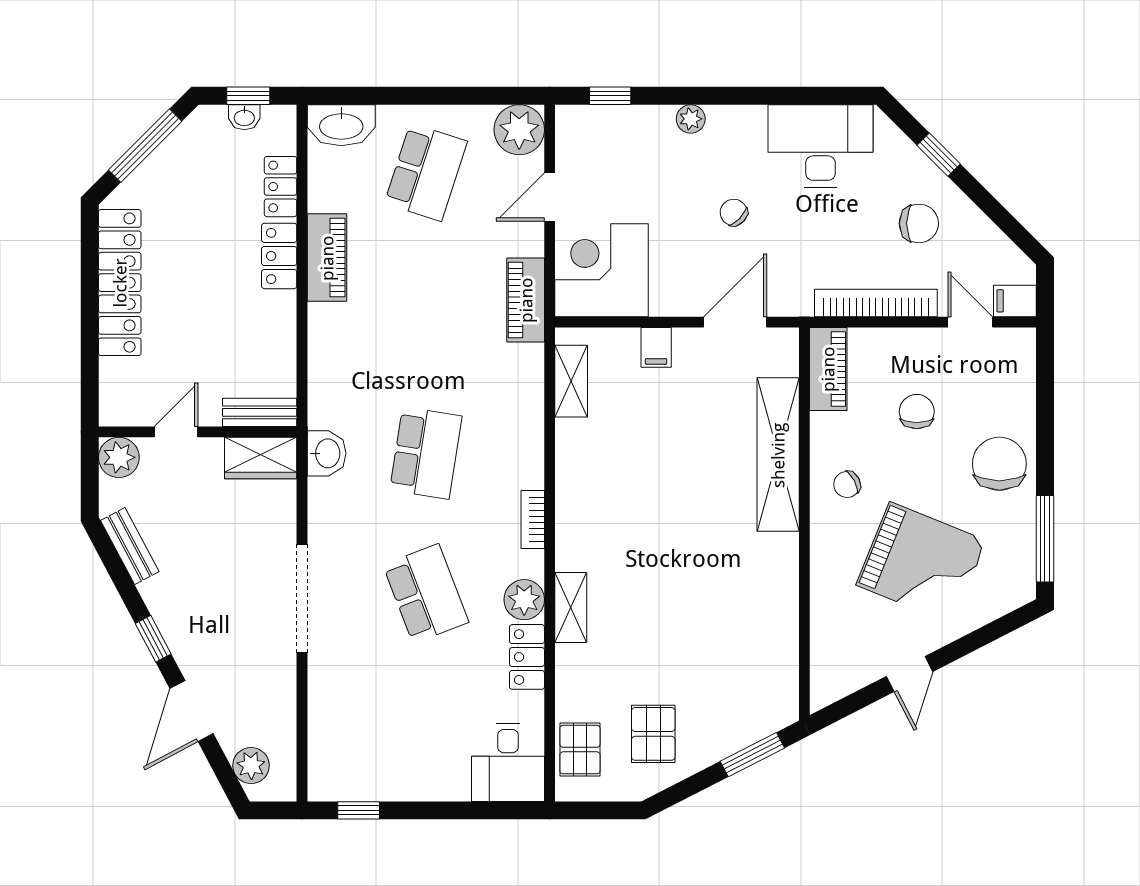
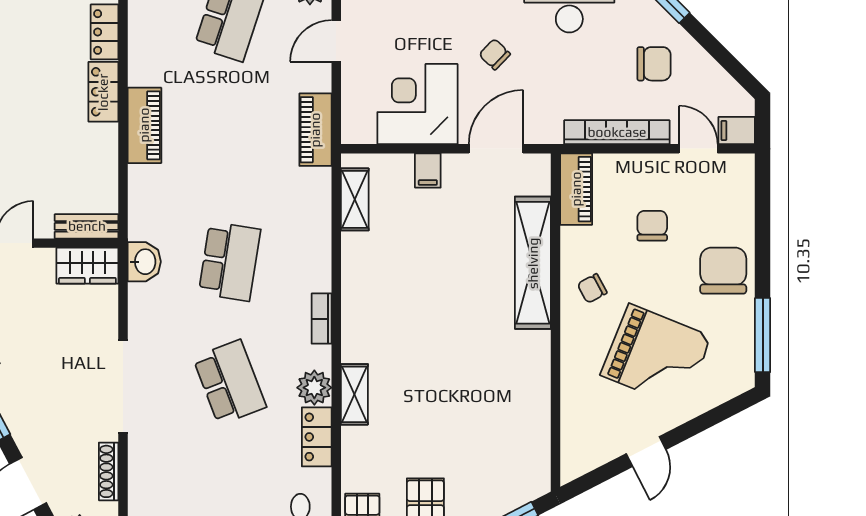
piano: (327, 258) -> (144, 125), moved
corner desk: (602, 270) -> (417, 104), moved
shoe rack: (285, 697) -> (109, 471), added

